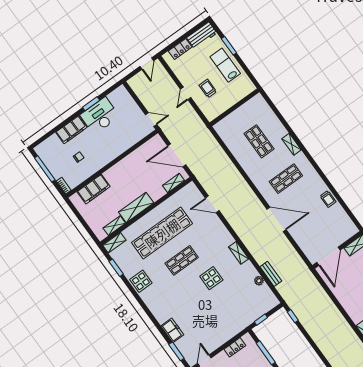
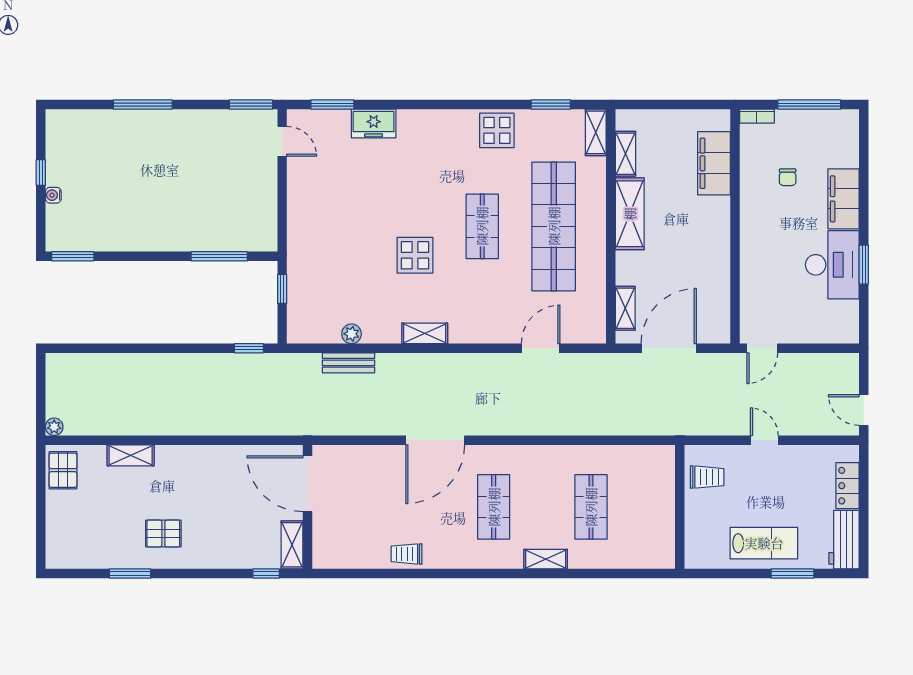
trolley: (208, 88) -> (707, 477), moved
shop shelf: (259, 141) -> (591, 507), turned 90
locker: (235, 347) -> (267, 210), removed

